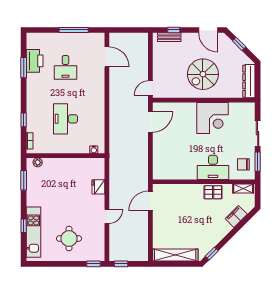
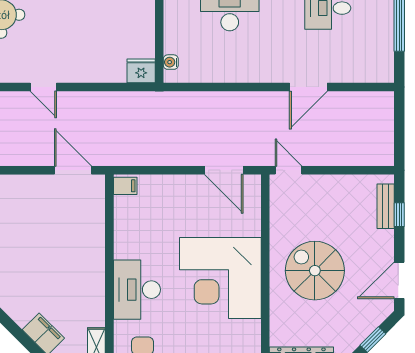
door: (107, 57) -> (308, 87), moved
corner desk: (212, 118) -> (220, 278), width x1.36, depth x1.36
filing cabinet: (159, 174) -> (125, 186), added
fridge: (98, 187) -> (141, 71), moved
pallet: (213, 192) -> (90, 290), removed

